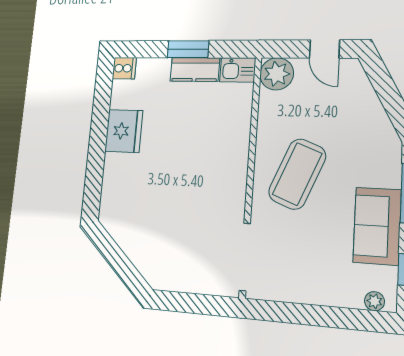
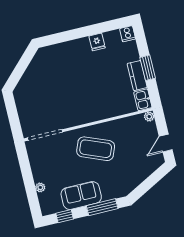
plant: (277, 74) -> (149, 117), width x0.53, depth x0.53
fridge: (124, 131) -> (97, 42), width x0.53, depth x0.75
plant: (374, 301) -> (40, 187), moved

